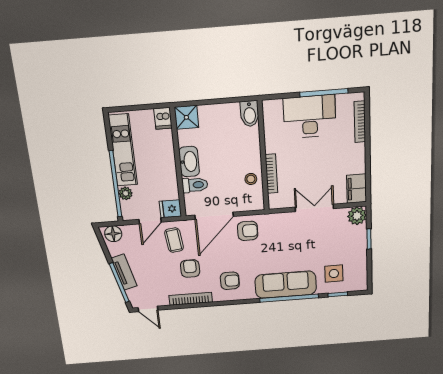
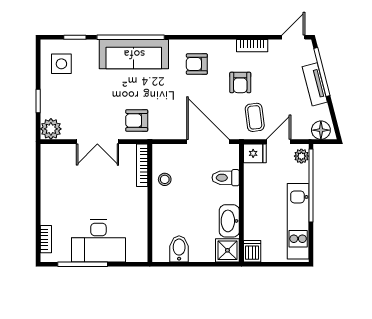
bidet: (250, 114) -> (179, 249), moved
bookcase: (360, 122) -> (46, 239), width x0.64
washbasin: (189, 162) -> (229, 221), moved
bookcase: (271, 174) -> (142, 165), moved
filing cabinet: (357, 189) -> (51, 160), removed
plant: (126, 193) -> (301, 156), moved
door: (214, 216) -> (208, 142), hinge flipped
armchair: (248, 231) -> (137, 121), moved
side table: (334, 274) -> (61, 64), moved
bookcase: (191, 299) -> (252, 46), width x0.64
door: (148, 309) -> (293, 37), hinge flipped

